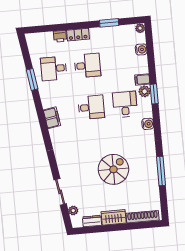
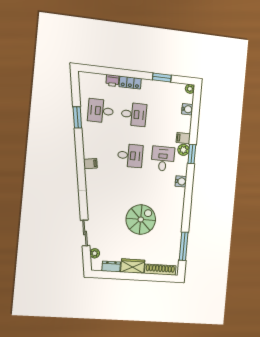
filing cabinet: (52, 118) -> (90, 164), width x0.50
window: (161, 171) -> (184, 246), moved

